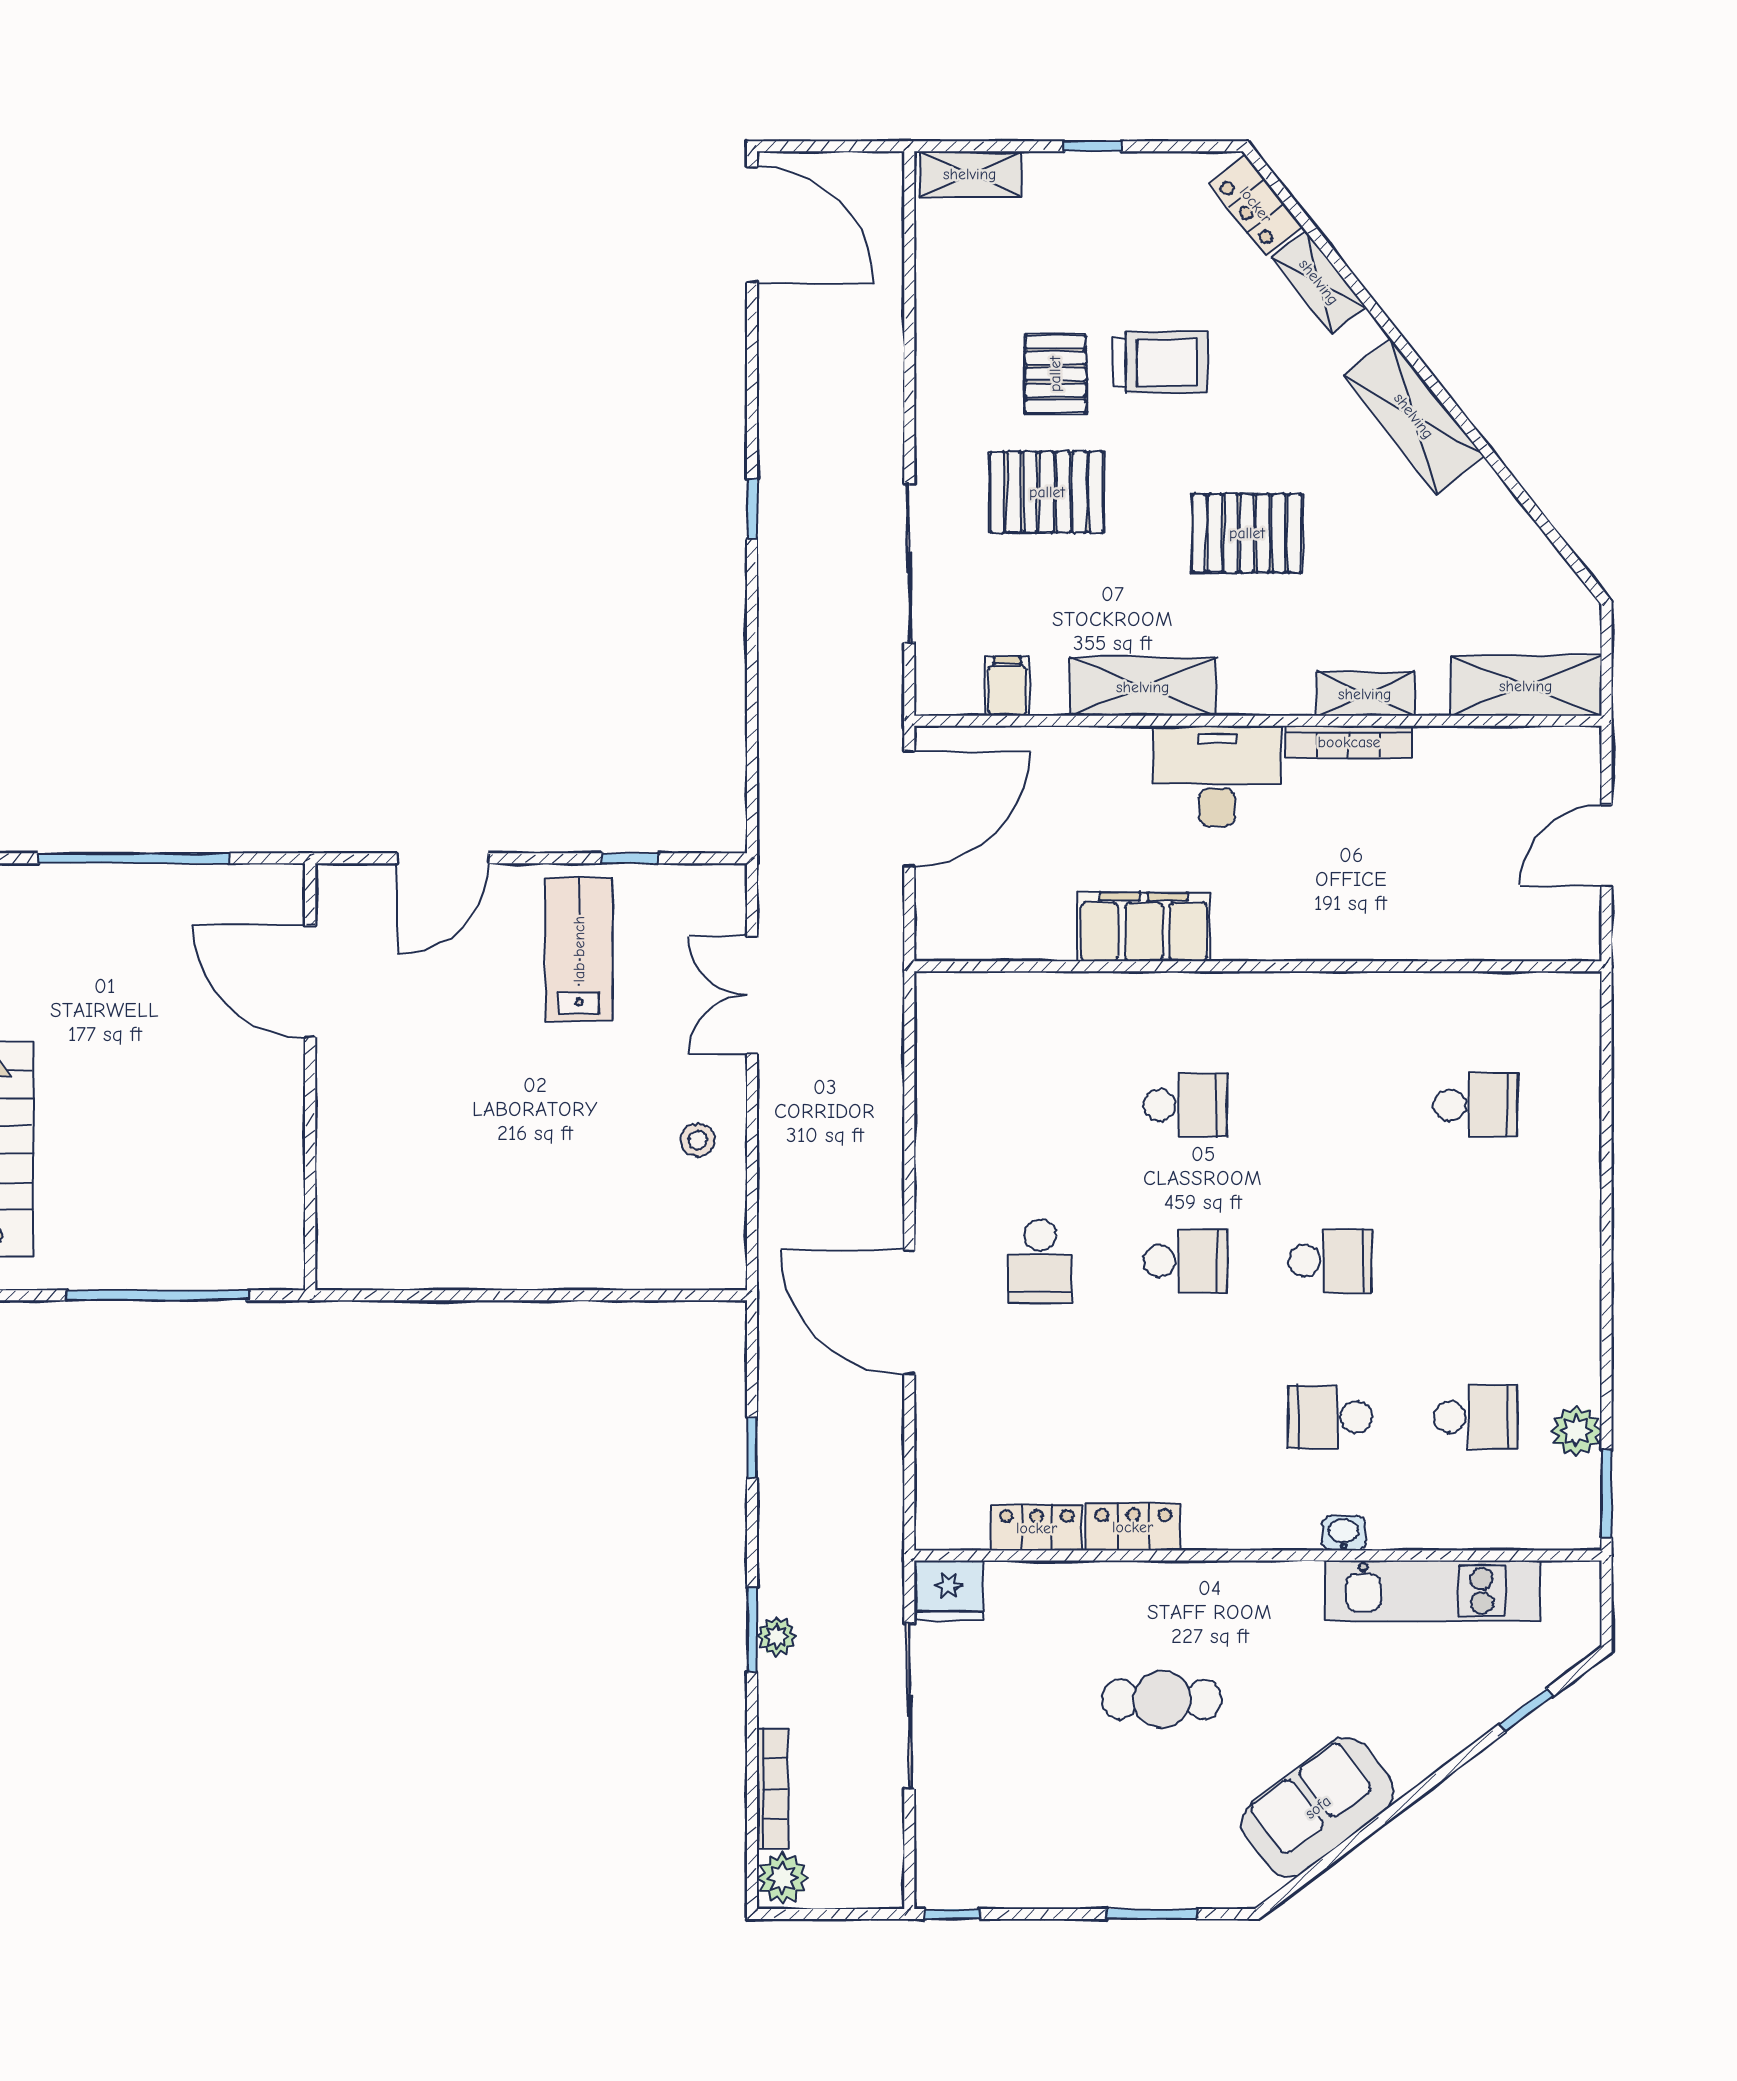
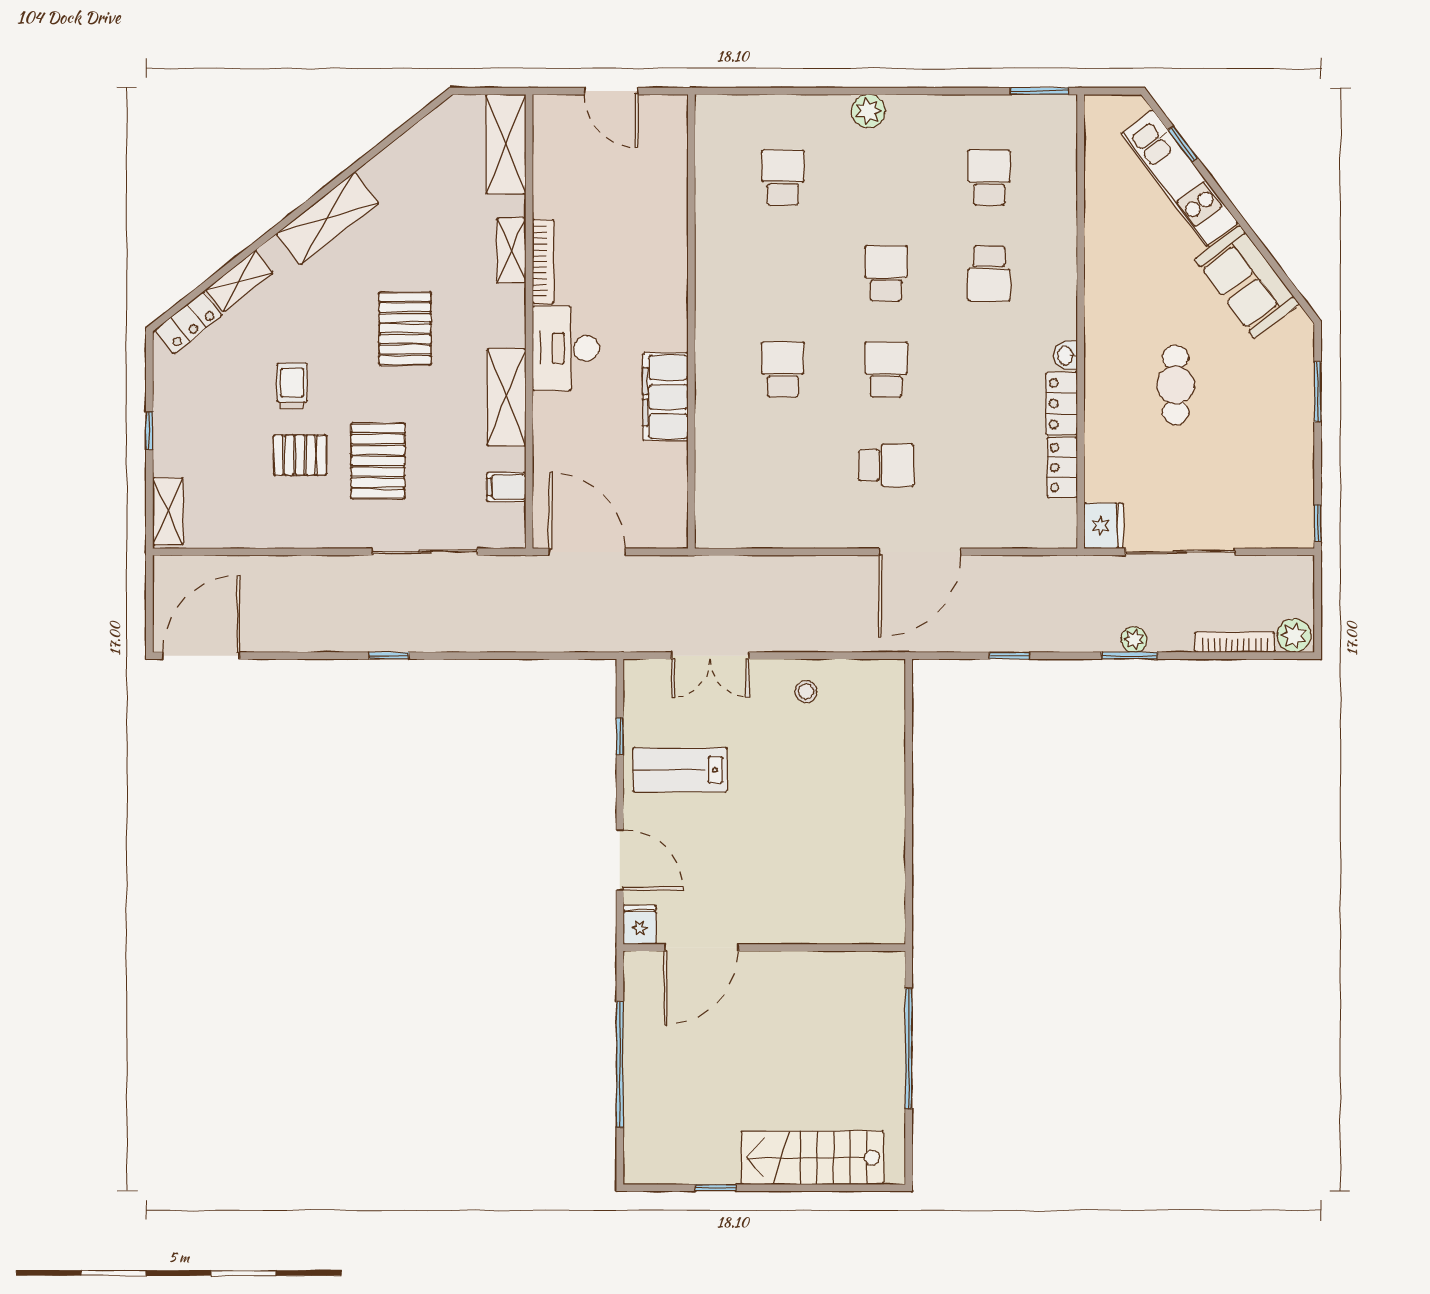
trolley: (1160, 362) -> (292, 386), width x0.73, depth x0.72
fridge: (345, 888) -> (640, 925), added
plant: (1576, 1431) -> (868, 111), moved
washbasin: (1344, 1533) -> (1066, 355), moved
kitchen unit: (1432, 1591) -> (1179, 178), moved, turned 143

